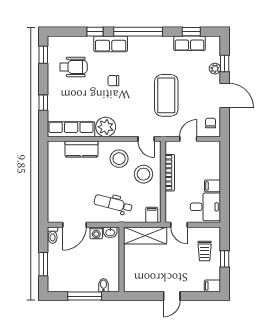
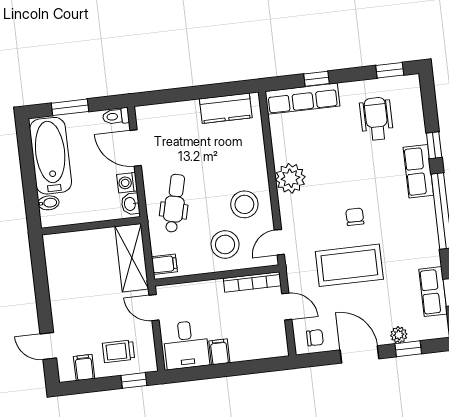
wheelchair: (74, 67) -> (376, 119), turned 180
chair: (113, 81) -> (355, 217), moved
door: (225, 95) -> (360, 354), swing flipped
row of seats: (71, 129) -> (302, 99), moved, turned 90
kitchen counter: (81, 149) -> (226, 108), moved, turned -90
bookcase: (170, 173) -> (252, 282), moved
door: (179, 225) -> (154, 308), hinge flipped
window: (225, 259) -> (134, 380), moved
bathtub: (73, 280) -> (51, 156), added
filing cabinet: (212, 286) -> (84, 367), moved
window: (85, 296) -> (29, 176), removed
door: (172, 296) -> (48, 346), moved

